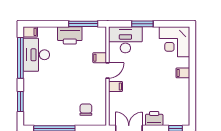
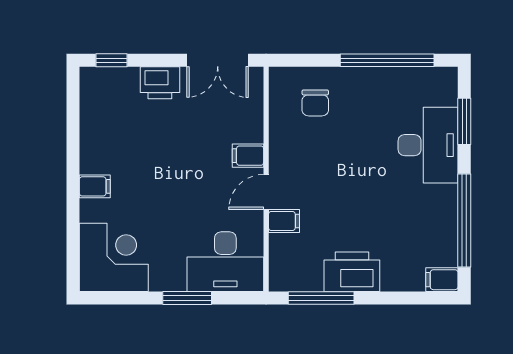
desk: (36, 55) -> (428, 145), moved

